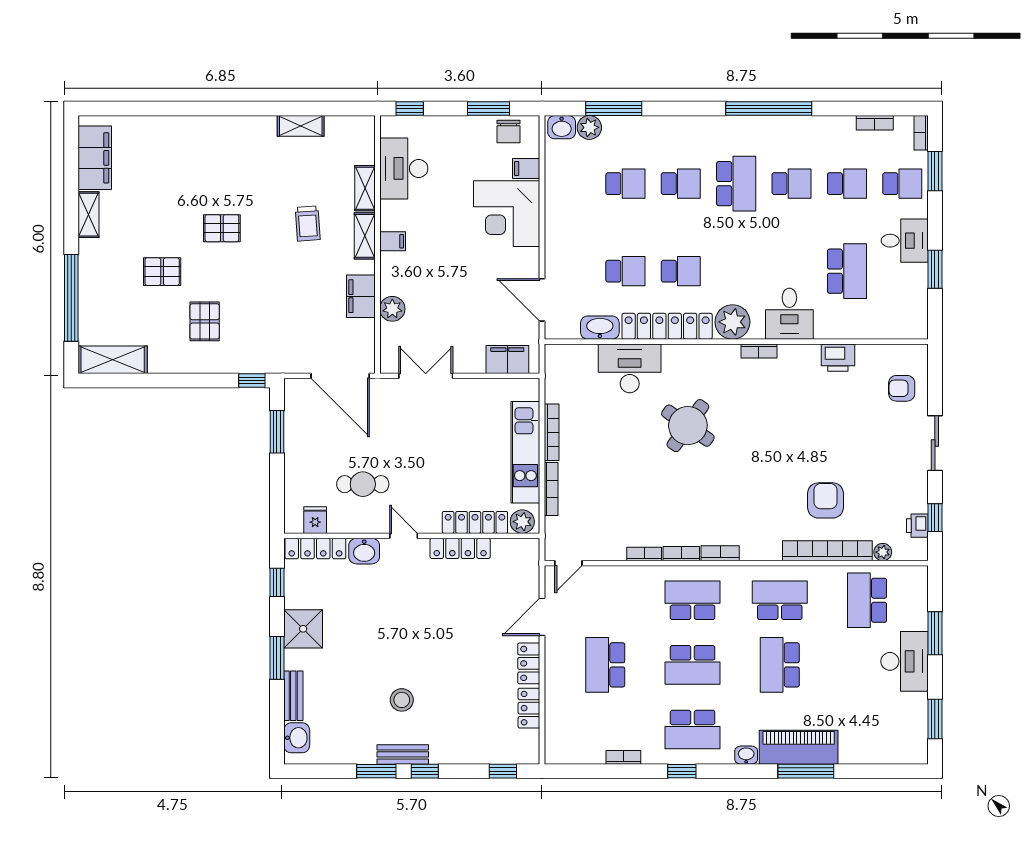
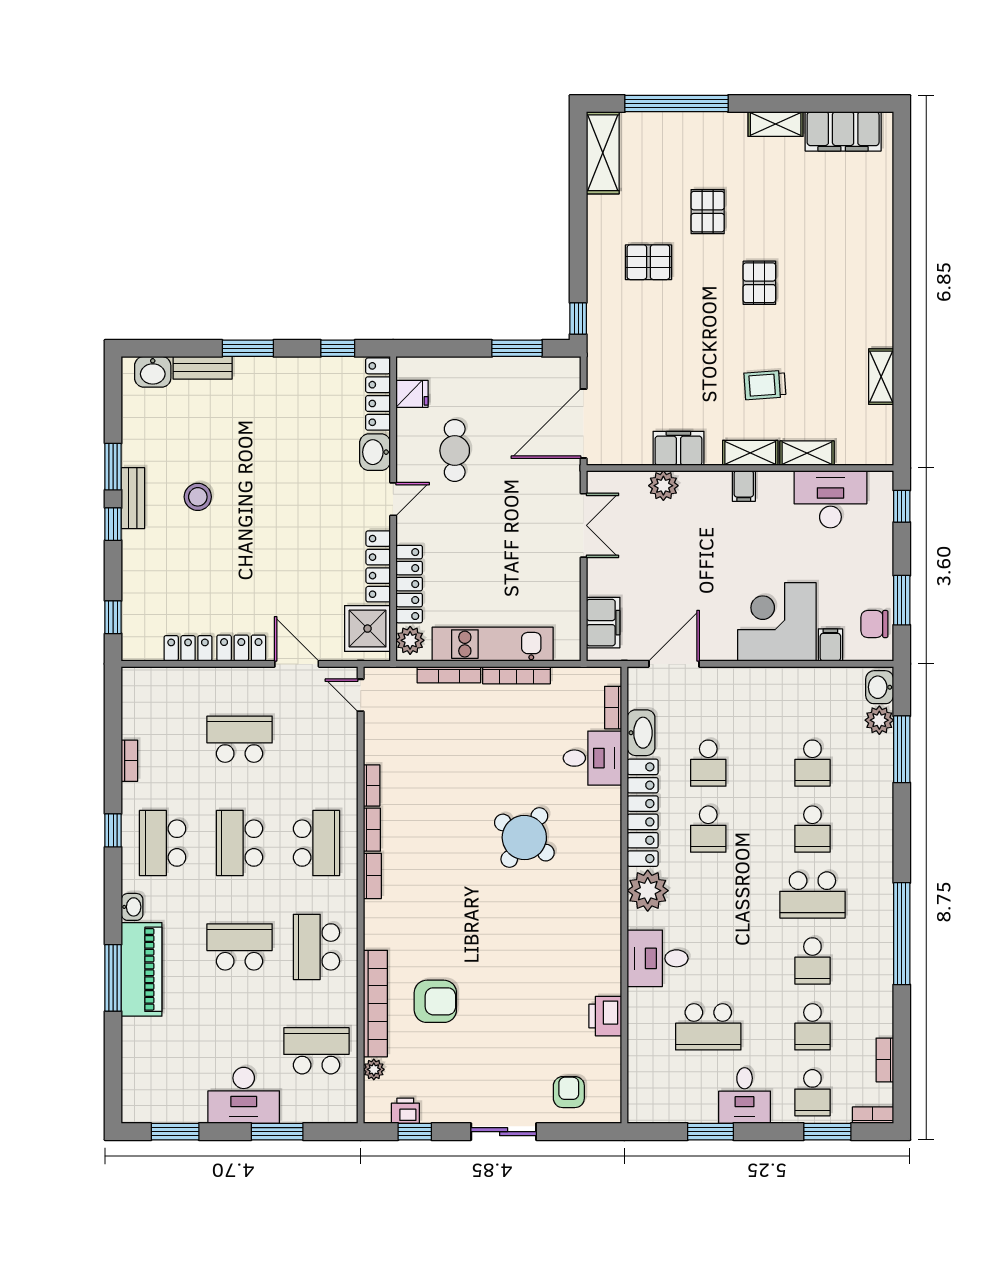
bookcase: (759, 351) -> (613, 708), moved
desk: (630, 368) -> (592, 758), width x0.73
school desk: (780, 600) -> (316, 947), turned 180
shower: (303, 629) -> (368, 629), moved

